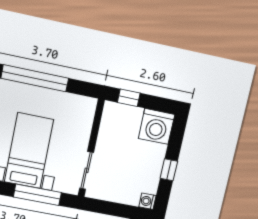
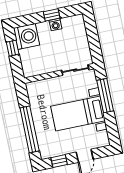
window: (129, 98) -> (13, 48), moved
washing machine: (147, 201) -> (55, 25), moved

